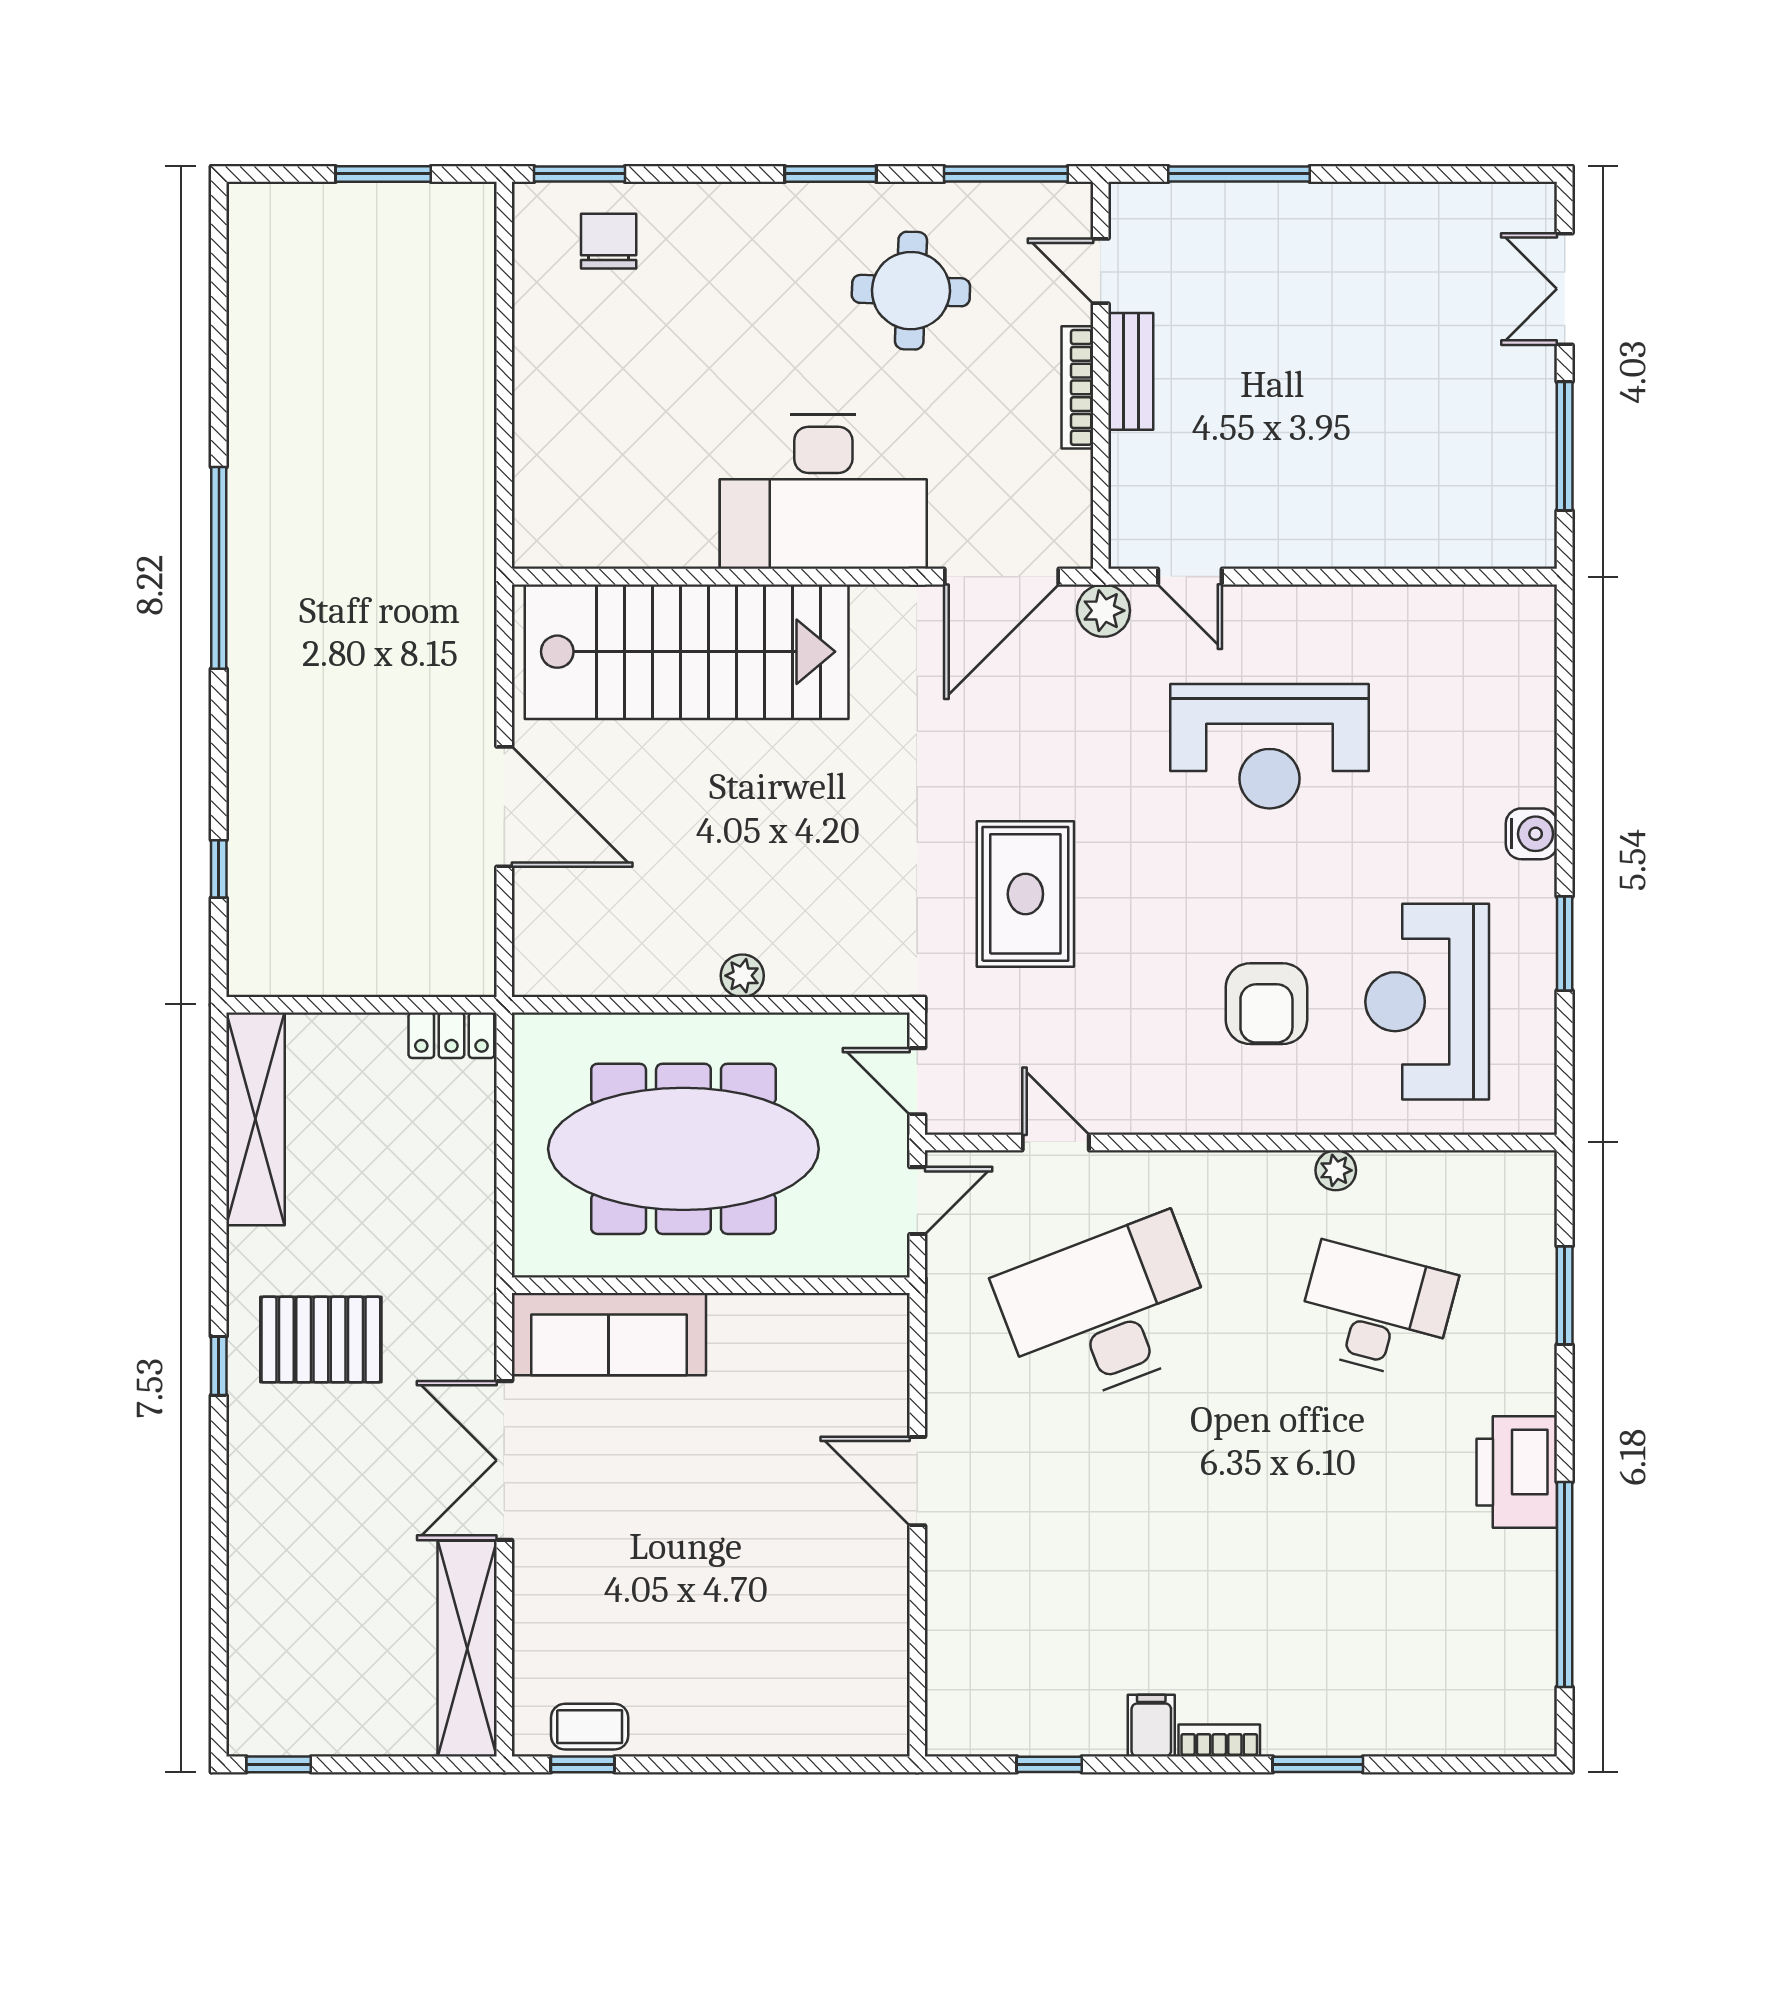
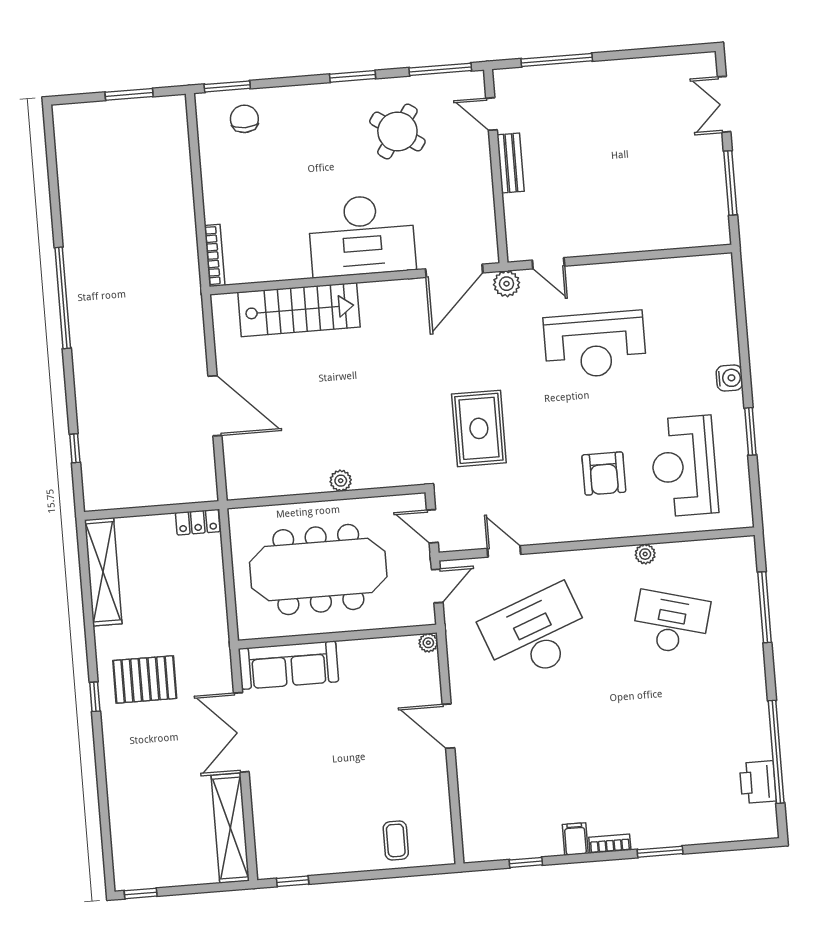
round table: (911, 291) -> (397, 131), turned 33
bookcase: (1077, 387) -> (215, 255), moved, turned 180
stairs: (687, 652) -> (299, 310), width x0.73, depth x0.66
window: (1565, 1295) -> (765, 607), width x1.44
plant: (891, 1312) -> (428, 643), added
printer: (1517, 1472) -> (758, 782), moved, width x0.73, depth x0.84
coffee table: (590, 1727) -> (396, 840), moved, turned 90

